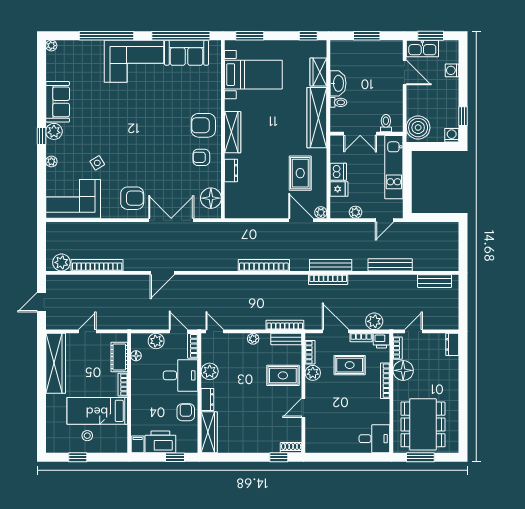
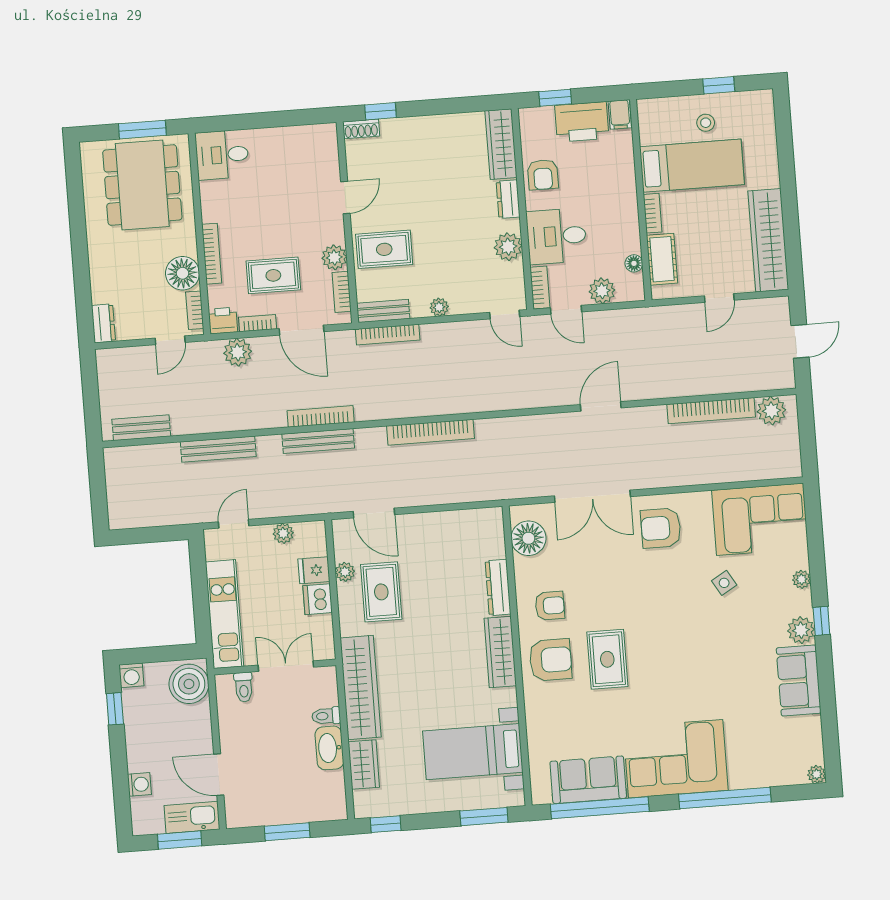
rug: (170, 123) -> (607, 659), added
dresser: (231, 170) -> (498, 587), width x1.44
plant: (321, 212) -> (345, 572), moved

